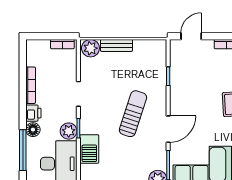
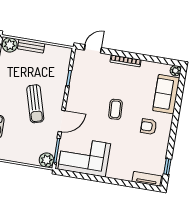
sun lounger: (133, 114) -> (35, 104), turned 146

